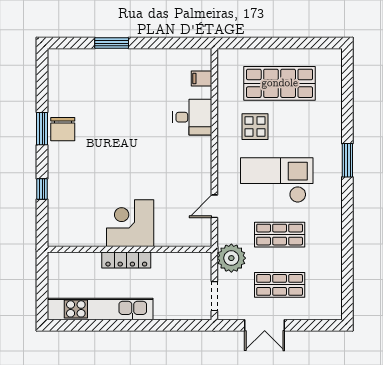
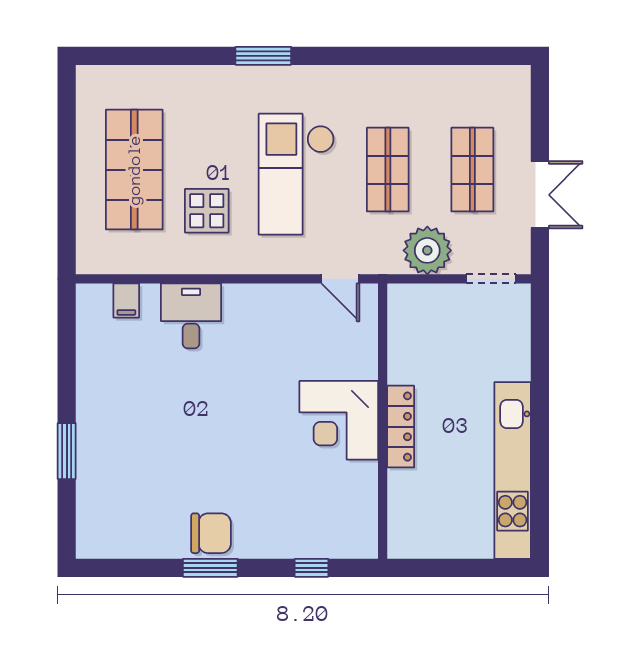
corner desk: (130, 223) -> (339, 420), moved
wall: (130, 249) -> (383, 421), moved
locker: (126, 260) -> (401, 427), moved

